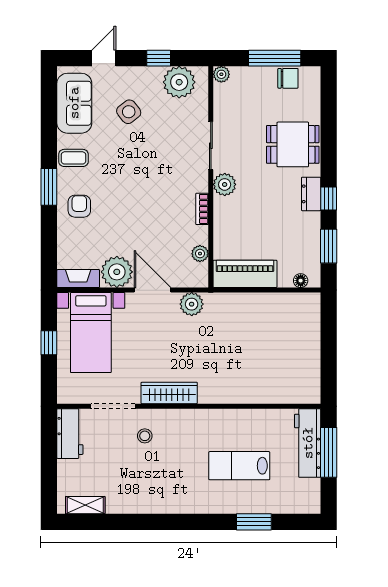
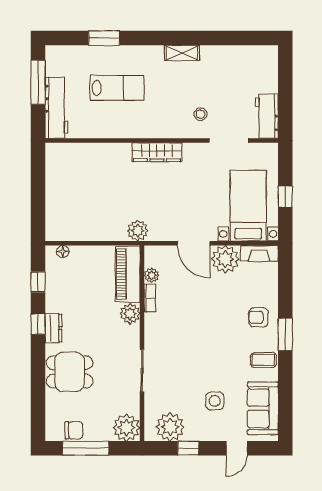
plant: (221, 74) -> (126, 428), width x1.88, depth x1.88
chair: (288, 78) -> (74, 430), turned 180
side table: (129, 112) -> (215, 401), turned 38
plant: (225, 184) -> (130, 314), moved
armchair: (79, 206) -> (258, 317), turned 90
bookcase: (202, 209) -> (150, 298), moved
window: (329, 246) -> (38, 282), width x0.67
piano: (245, 274) -> (128, 274), moved, turned 90
plant: (192, 304) -> (138, 231), moved
wardrobe: (169, 393) -> (157, 152), moved
window: (329, 452) -> (38, 82), moved
shelving: (85, 505) -> (182, 53), moved

